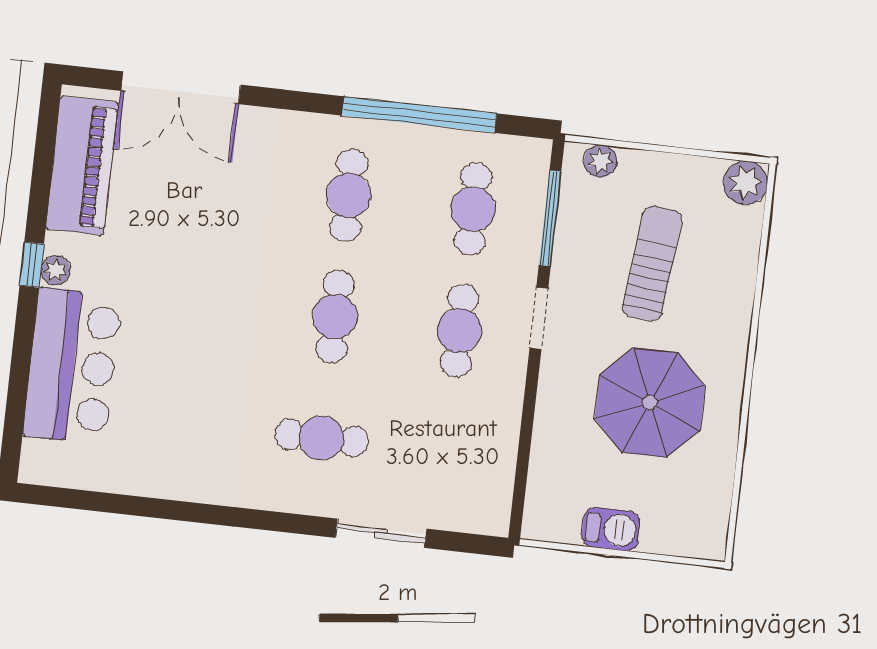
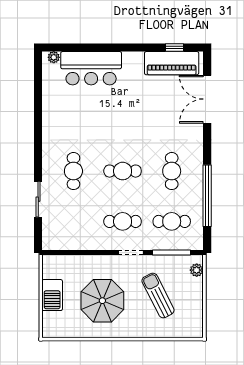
plant: (745, 183) -> (194, 329), removed
cafe table: (349, 195) -> (172, 171), turned 90
sun lounger: (652, 263) -> (158, 295), turned -123
window: (32, 265) -> (175, 48), moved
plant: (56, 270) -> (54, 57), moved
barbecue: (611, 529) -> (52, 295), width x1.38, depth x1.27

